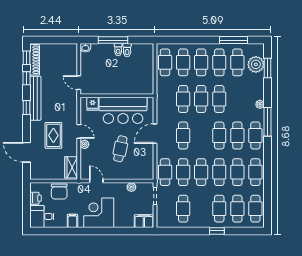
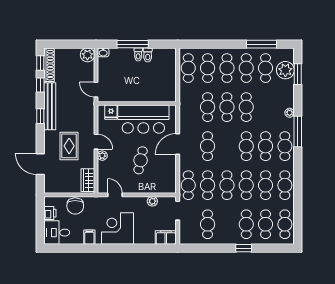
plant: (71, 50) -> (87, 55), added

